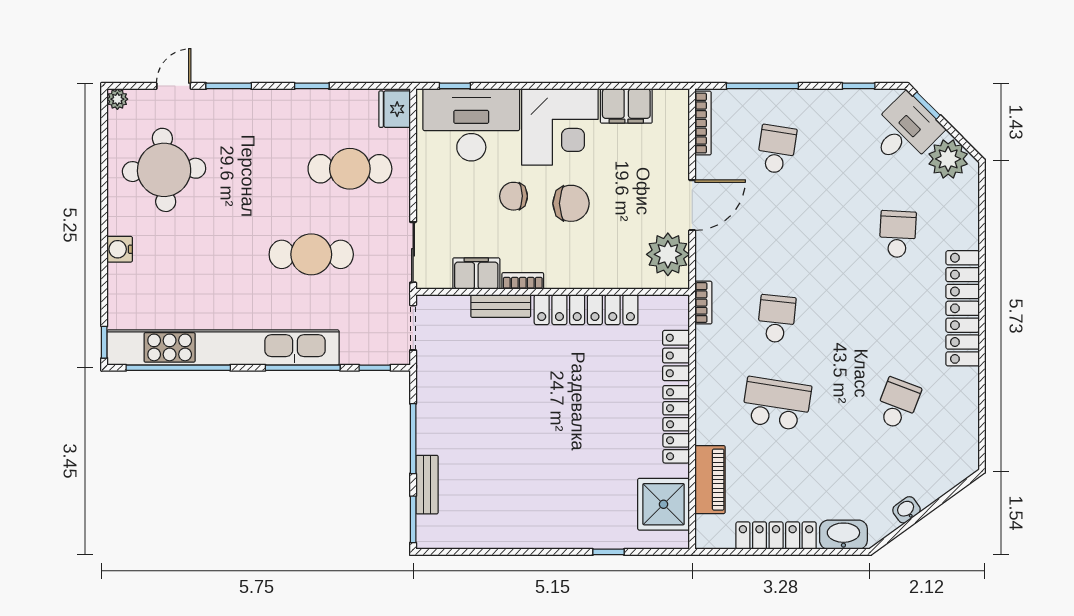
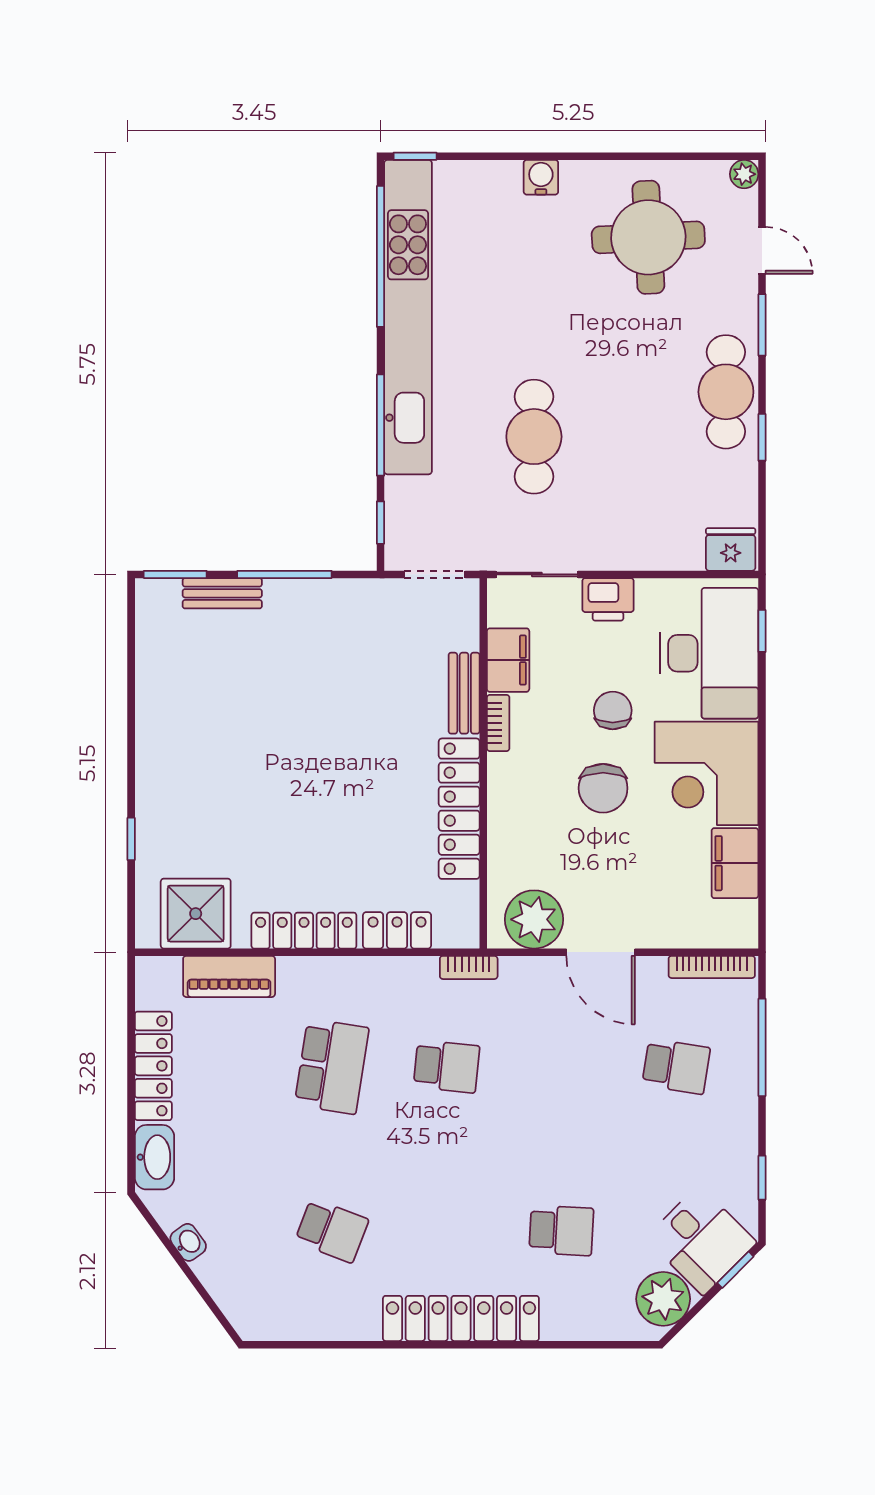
cafe table: (350, 169) -> (726, 392), moved
printer: (431, 200) -> (608, 599), added

